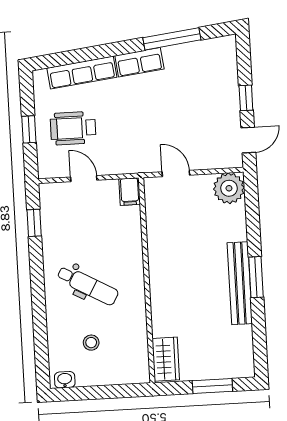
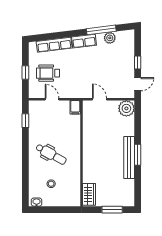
plant: (189, 53) -> (110, 38), added

